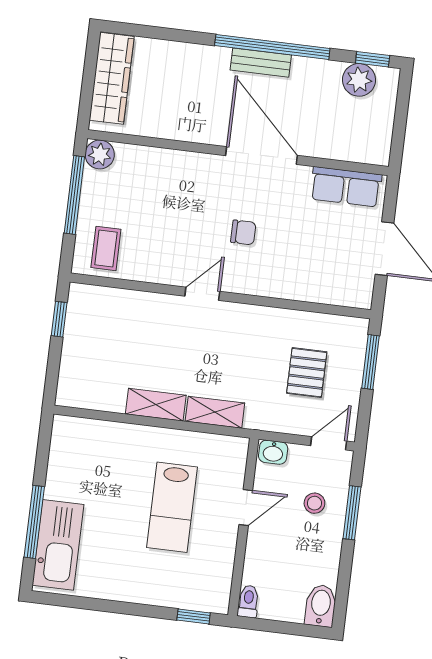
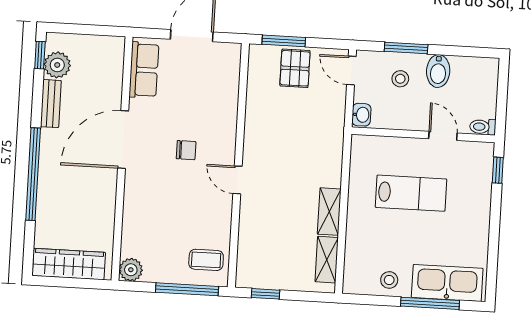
window: (272, 47) -> (33, 174), moved
bench: (261, 63) -> (51, 104), moved
window: (74, 195) -> (187, 289), moved
chair: (243, 232) -> (186, 150), turned 90
pallet: (307, 373) -> (295, 68), moved, turned 90
shelving: (215, 412) -> (327, 260), moved
stool: (66, 473) -> (389, 280), added
door: (246, 508) -> (443, 136), moved
bidet: (321, 606) -> (438, 71), moved, turned -90

